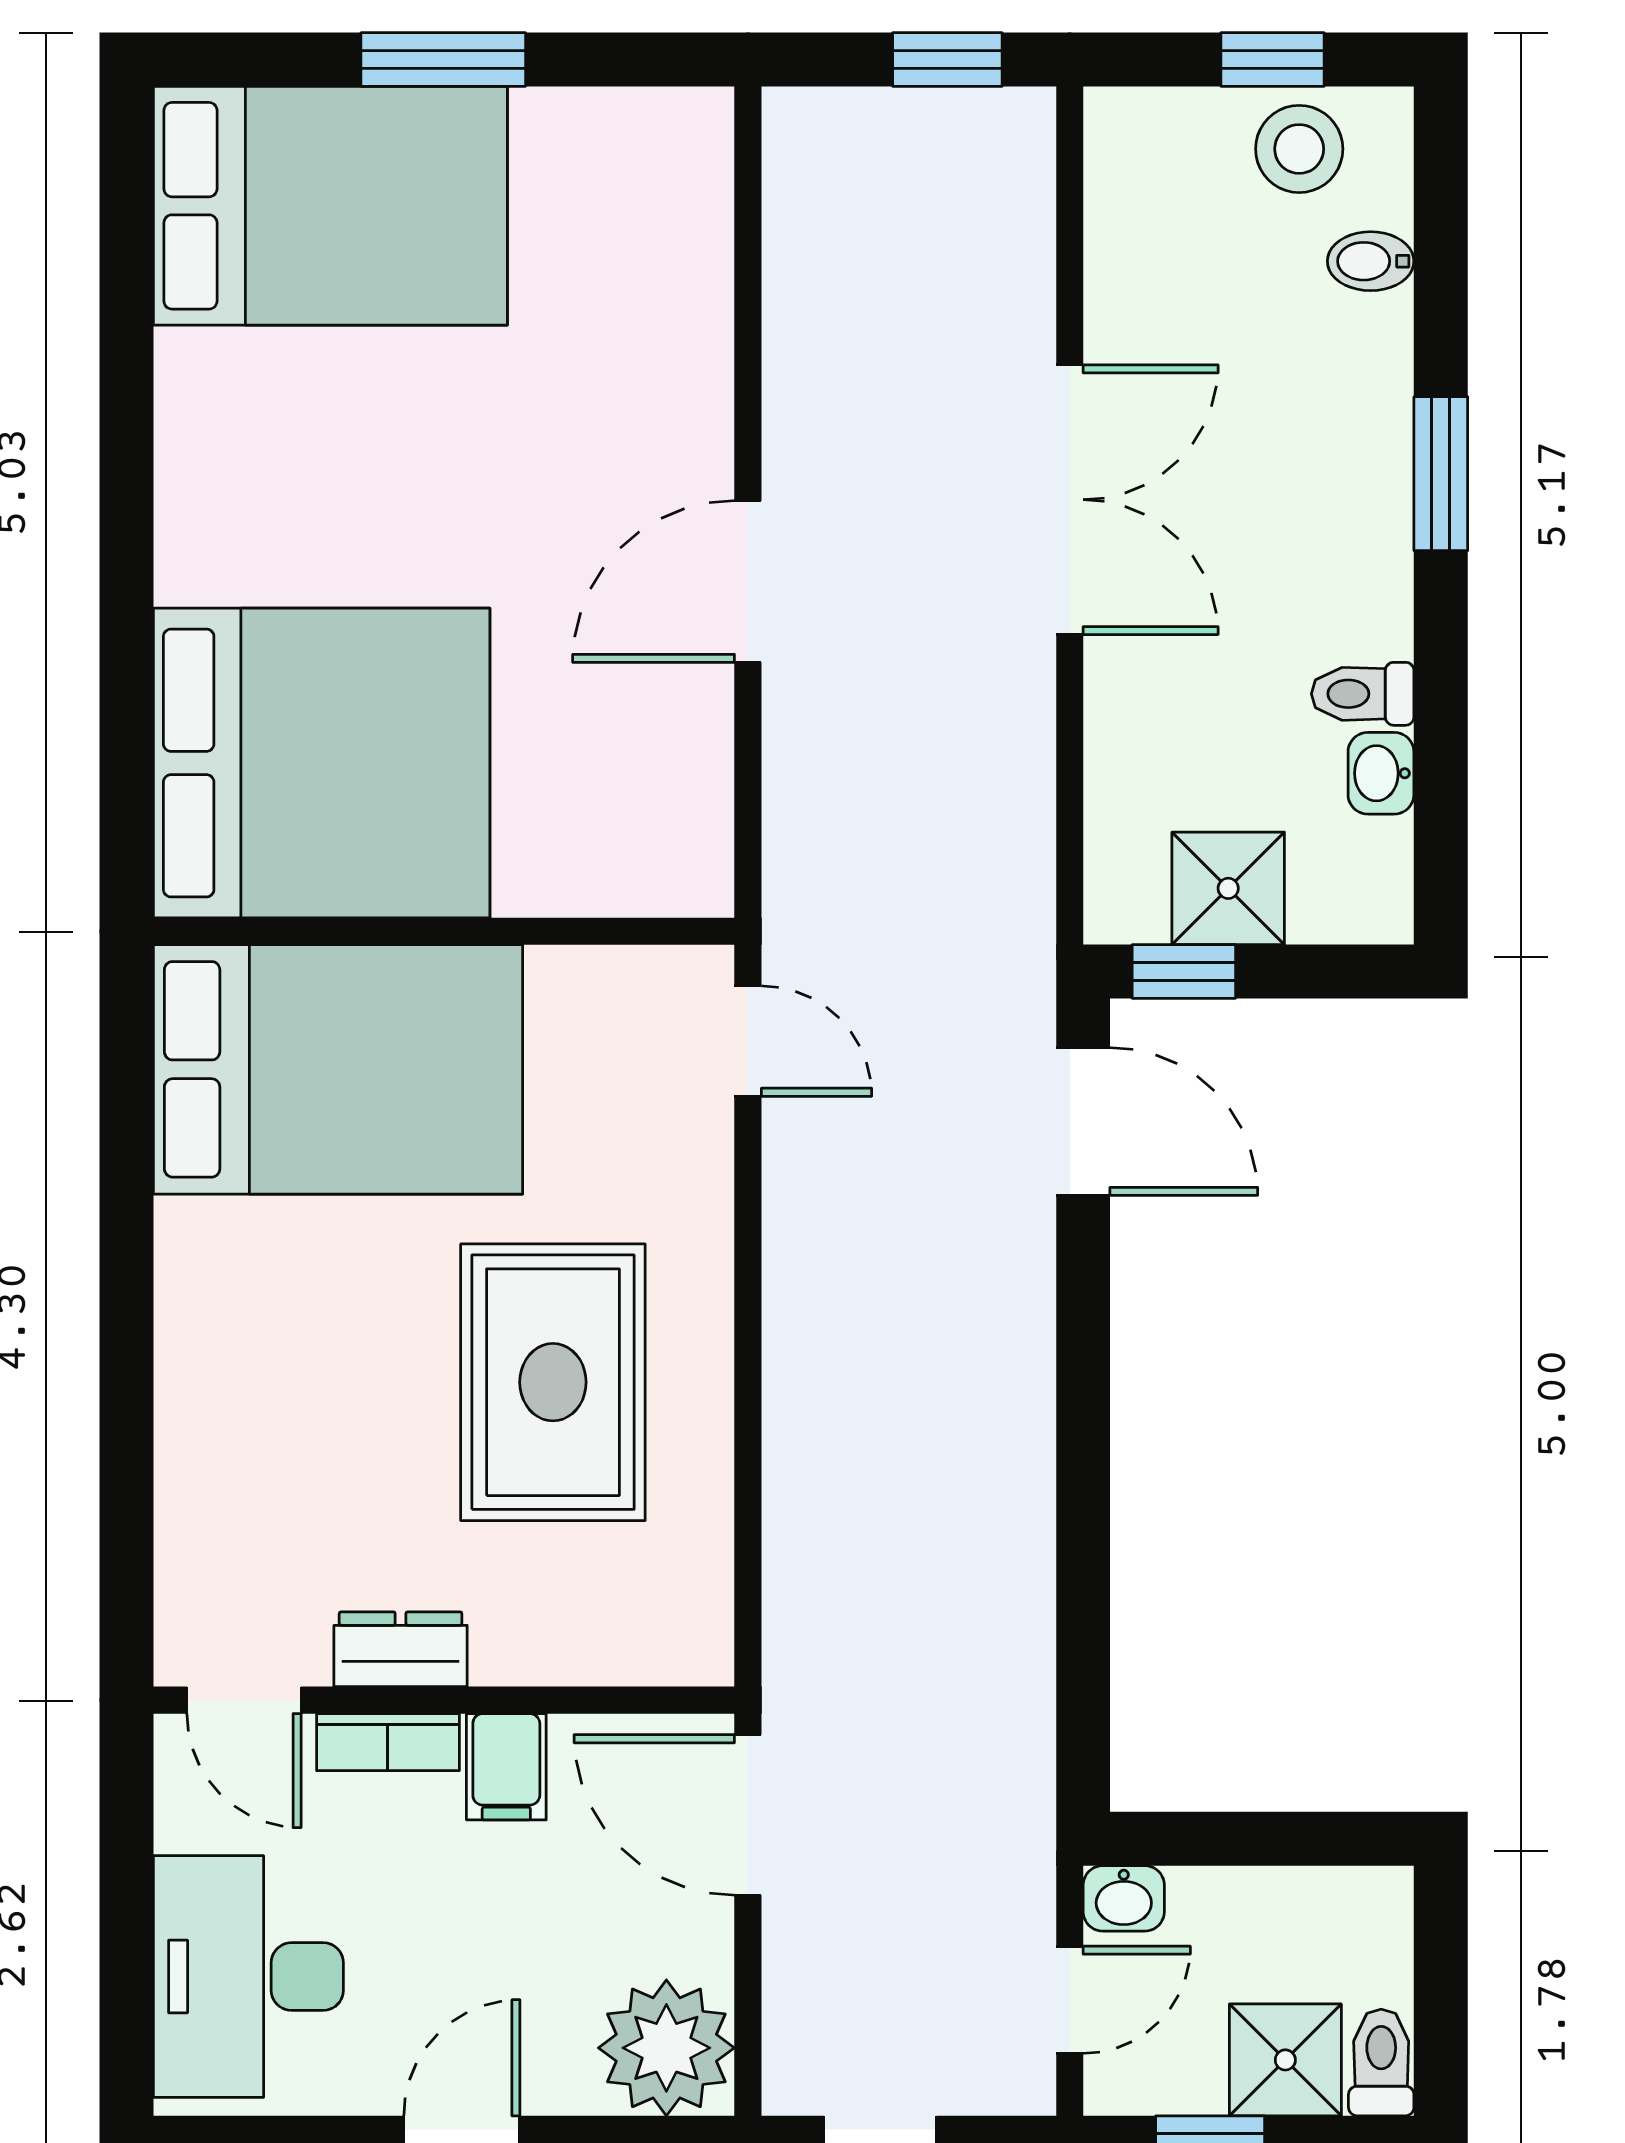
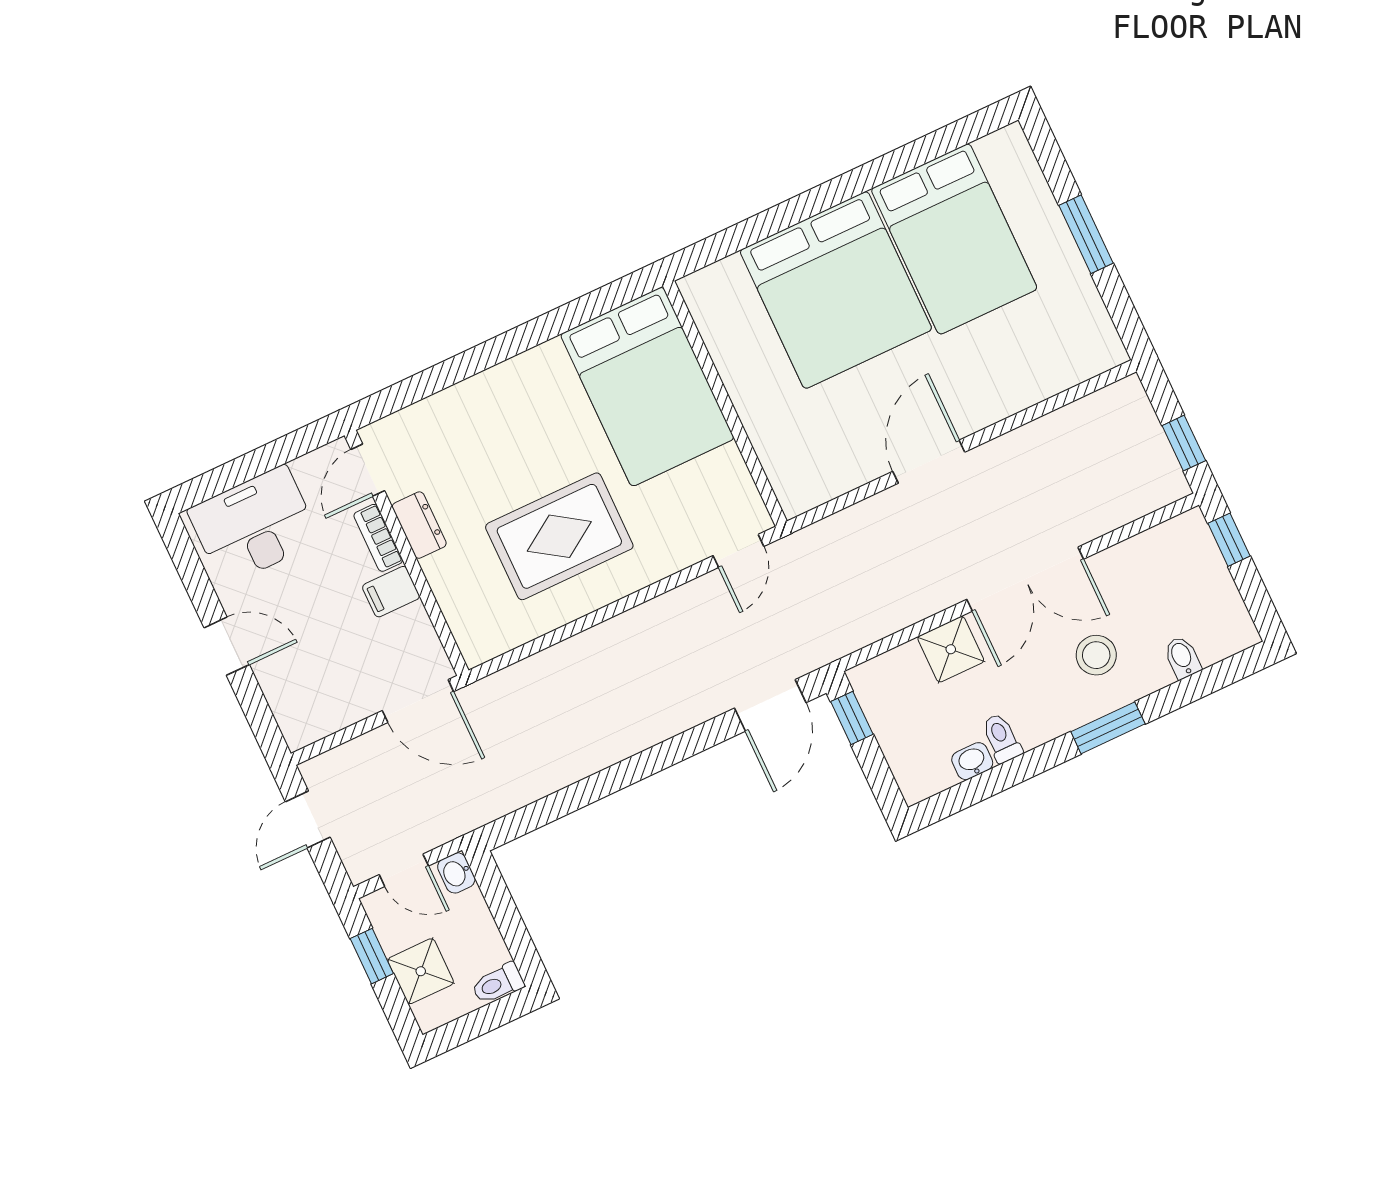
window: (1273, 59) -> (1229, 540), moved
stool: (1299, 149) -> (1096, 655), moved
bed: (330, 206) -> (954, 239), moved
door: (748, 582) -> (929, 462), hinge flipped
bed: (322, 763) -> (836, 290), moved
shower: (1228, 888) -> (951, 649), moved
door: (748, 1815) -> (418, 701), swing flipped
plant: (666, 2048) -> (306, 713), removed
toilet: (1381, 2063) -> (498, 984), moved, turned 180

